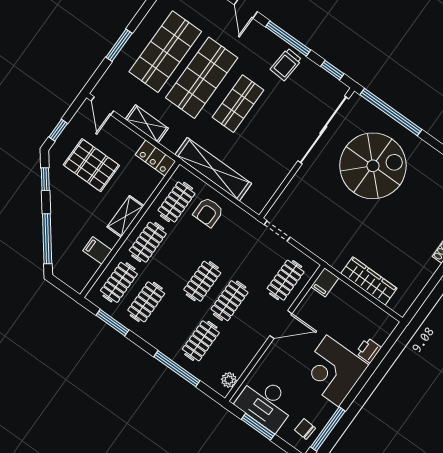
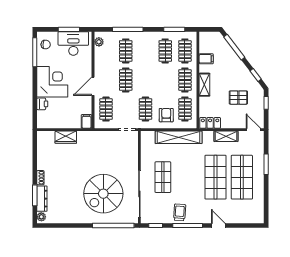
shop shelf: (238, 104) -> (163, 177), moved
pallet: (91, 165) -> (238, 98), width x0.67, depth x0.71
clothes rail: (202, 281) -> (145, 109), moved
wardrobe: (369, 281) -> (66, 137), width x0.67

